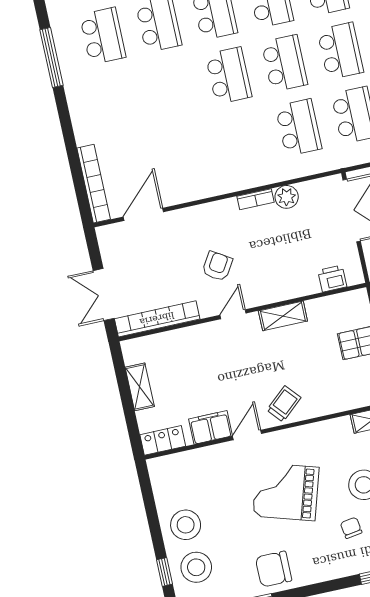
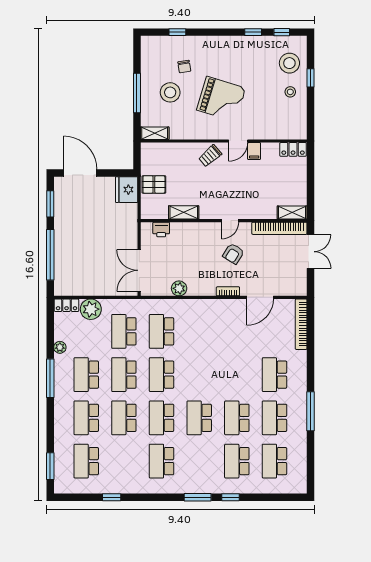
school desk: (229, 76) -> (274, 375), moved
bookcase: (255, 199) -> (228, 291), moved
door: (143, 214) -> (260, 297), moved
shelving: (283, 316) -> (184, 212), moved
shelving: (140, 387) -> (292, 213), moved, turned 90
filing cabinet: (211, 427) -> (254, 151), width x0.50
stool: (186, 525) -> (290, 92), width x0.53, depth x0.53
chair: (274, 569) -> (240, 51), removed
window: (165, 572) -> (310, 78), moved

